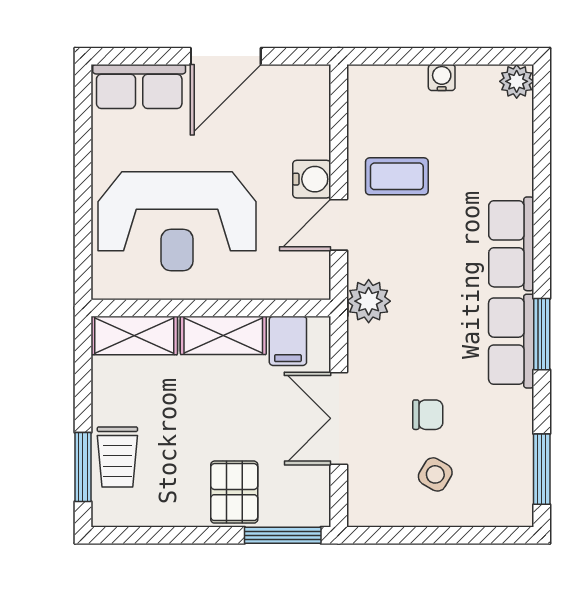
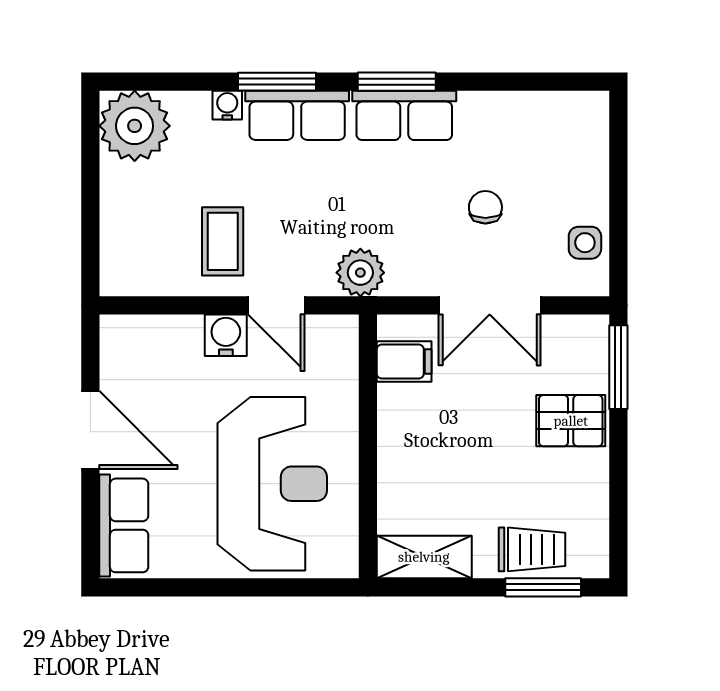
water cooler: (442, 78) -> (227, 105), moved, turned 90
plant: (517, 81) -> (135, 126), width x1.88, depth x1.88
shelving: (134, 335) -> (424, 557), moved, turned 90
shelving: (223, 335) -> (398, 433), removed
window: (542, 469) -> (277, 82), moved
side table: (435, 474) -> (585, 243), moved, turned -30

